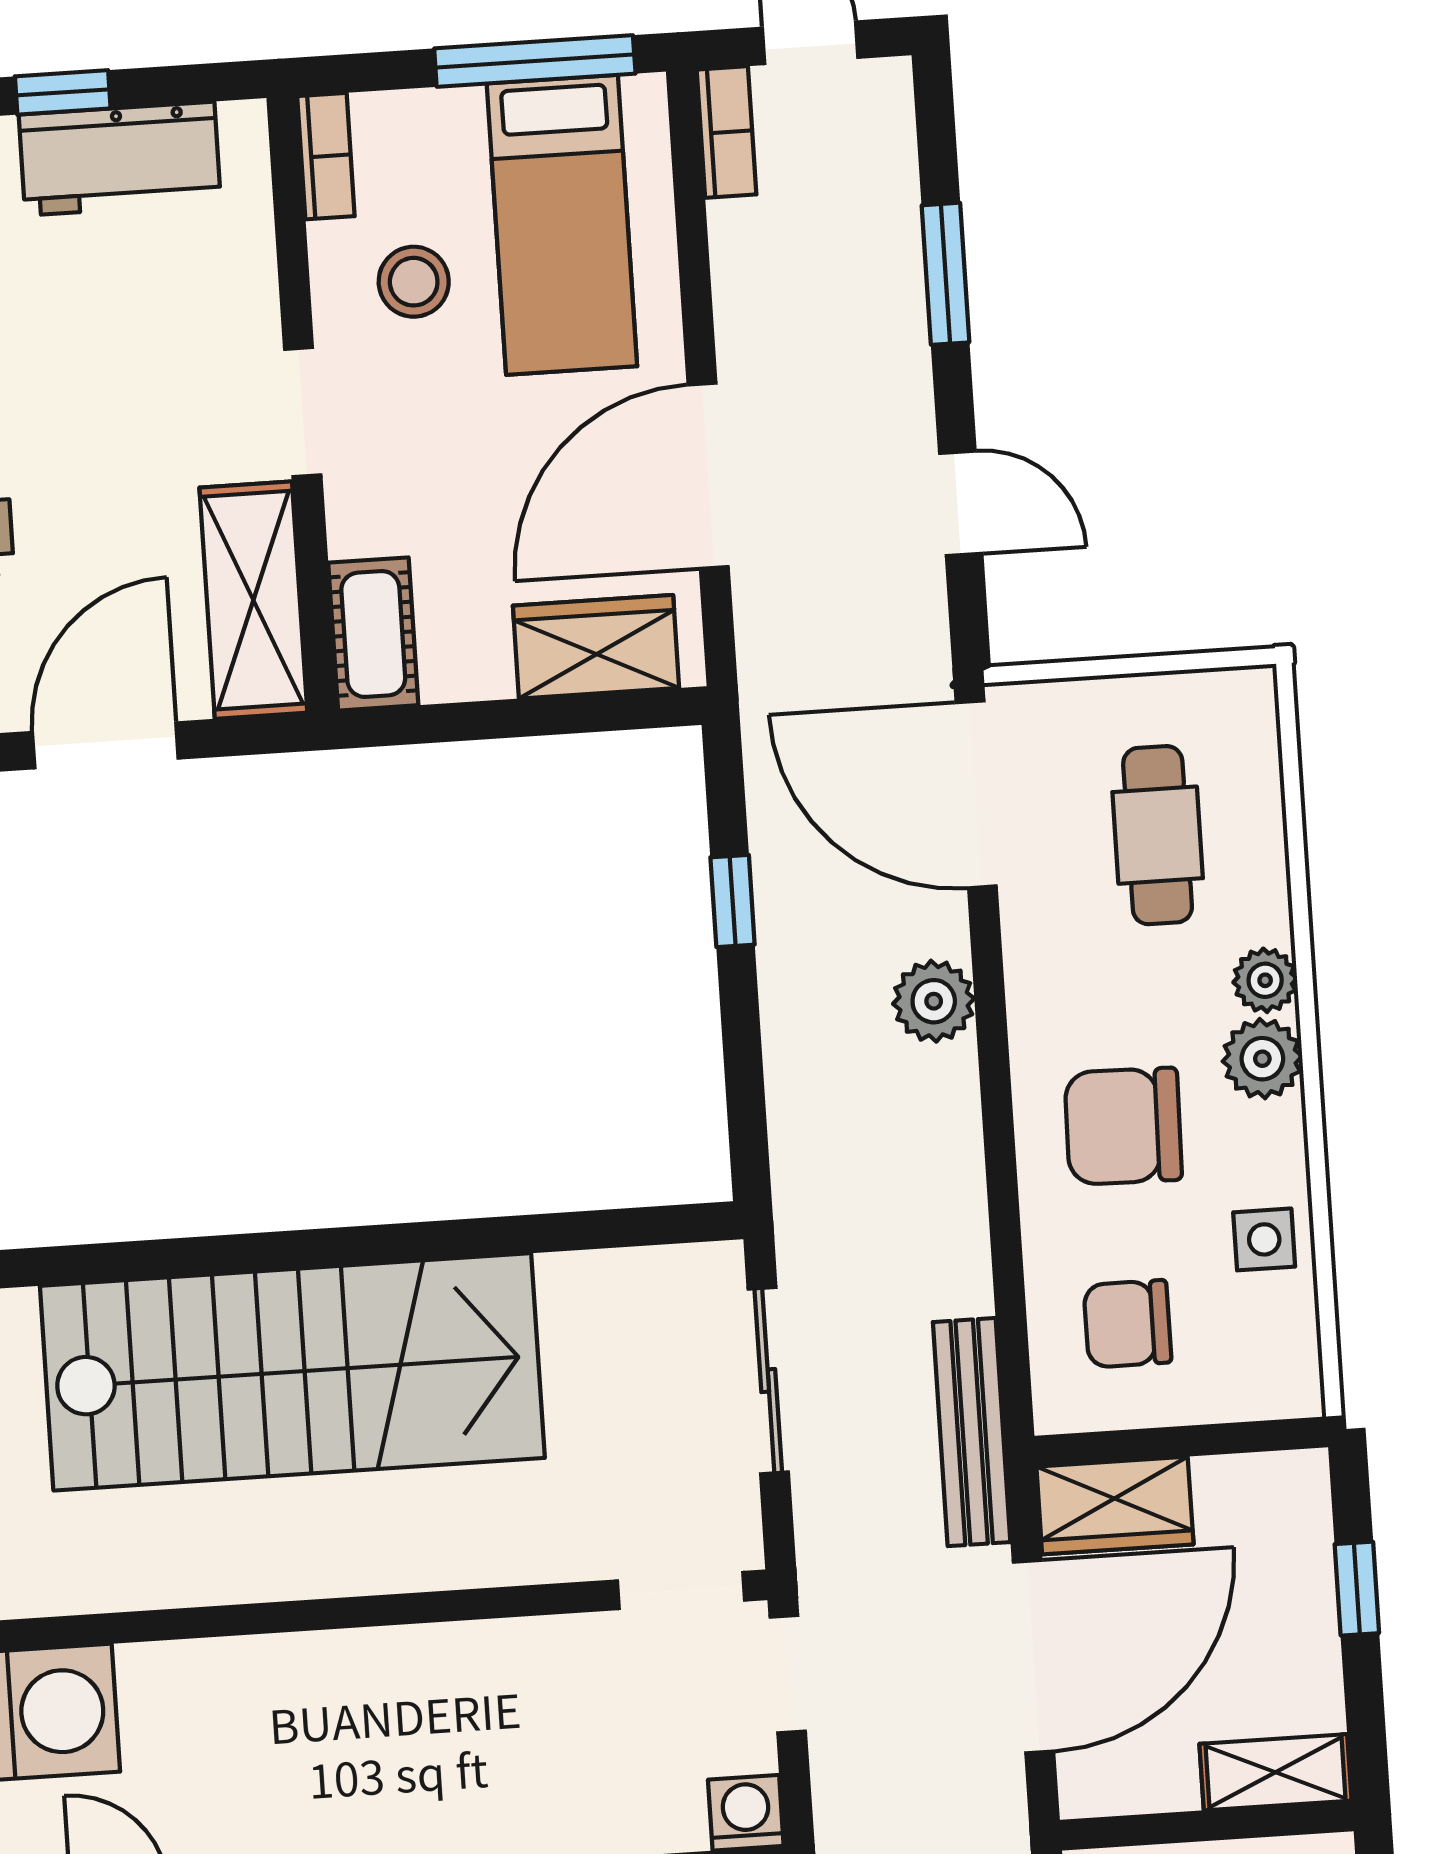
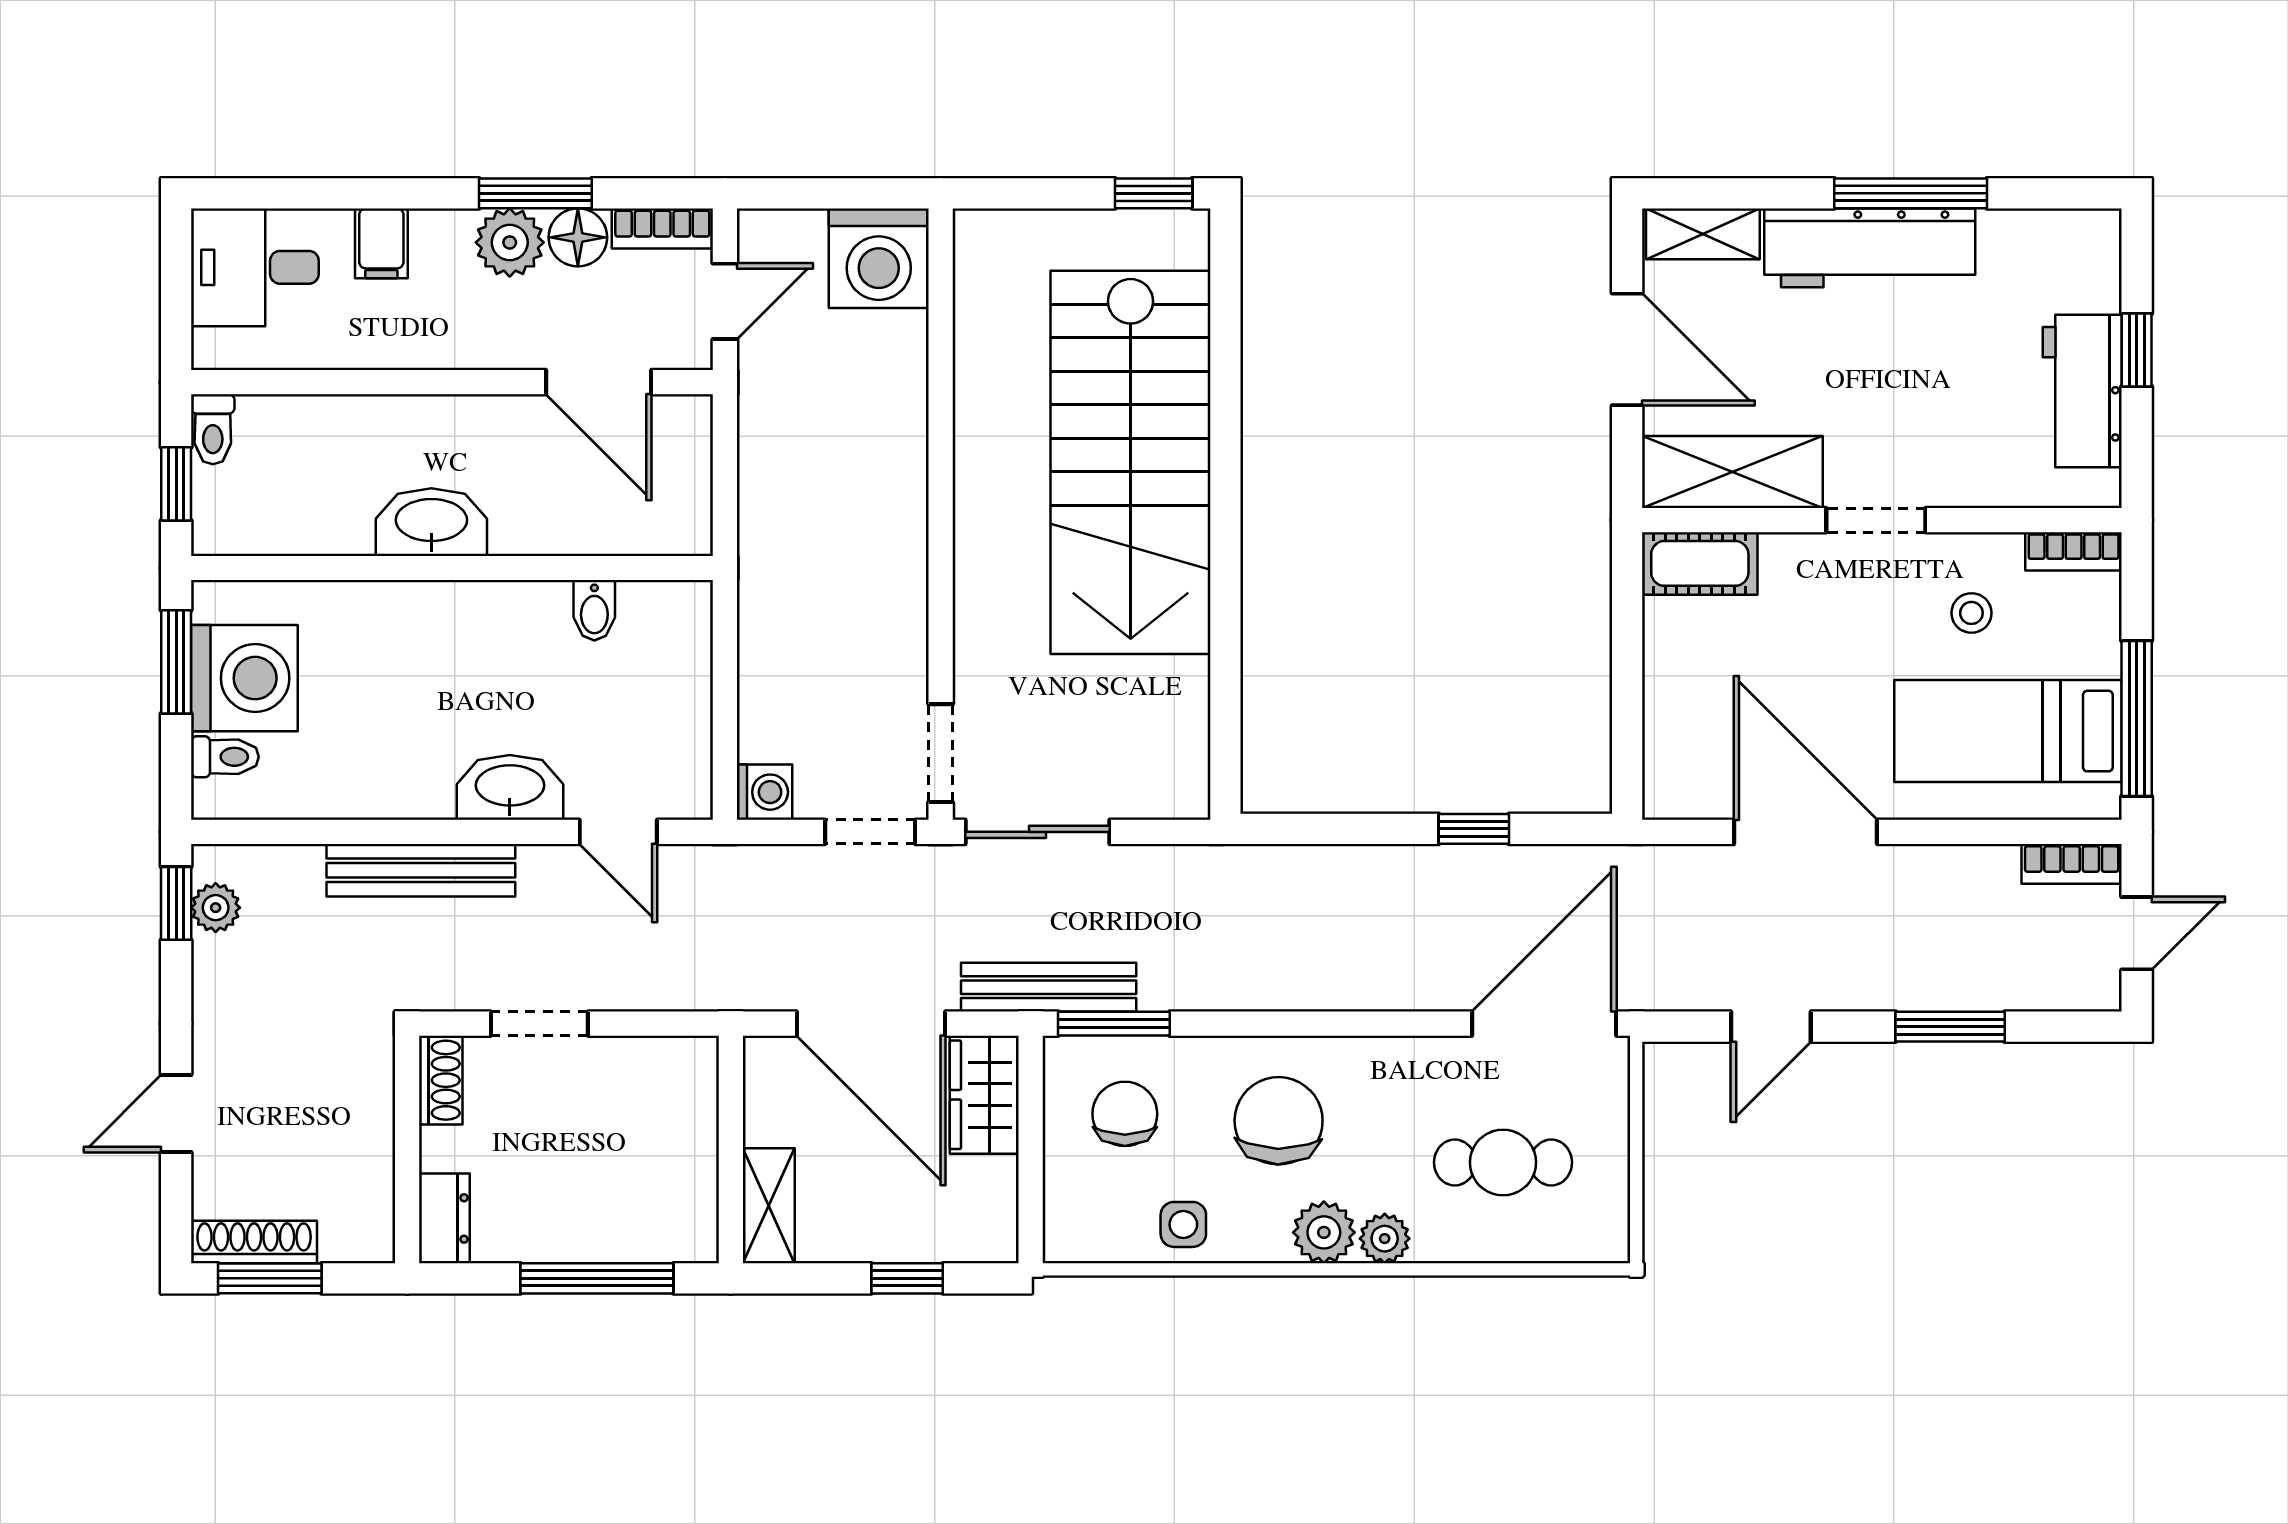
stool: (414, 282) -> (1971, 613), width x0.73, depth x0.73
wardrobe: (596, 647) -> (1678, 736), removed
plant: (934, 1001) -> (1385, 980), removed
window: (1013, 1345) -> (1114, 1024), added
sliding door: (768, 1381) -> (1038, 832), moved

